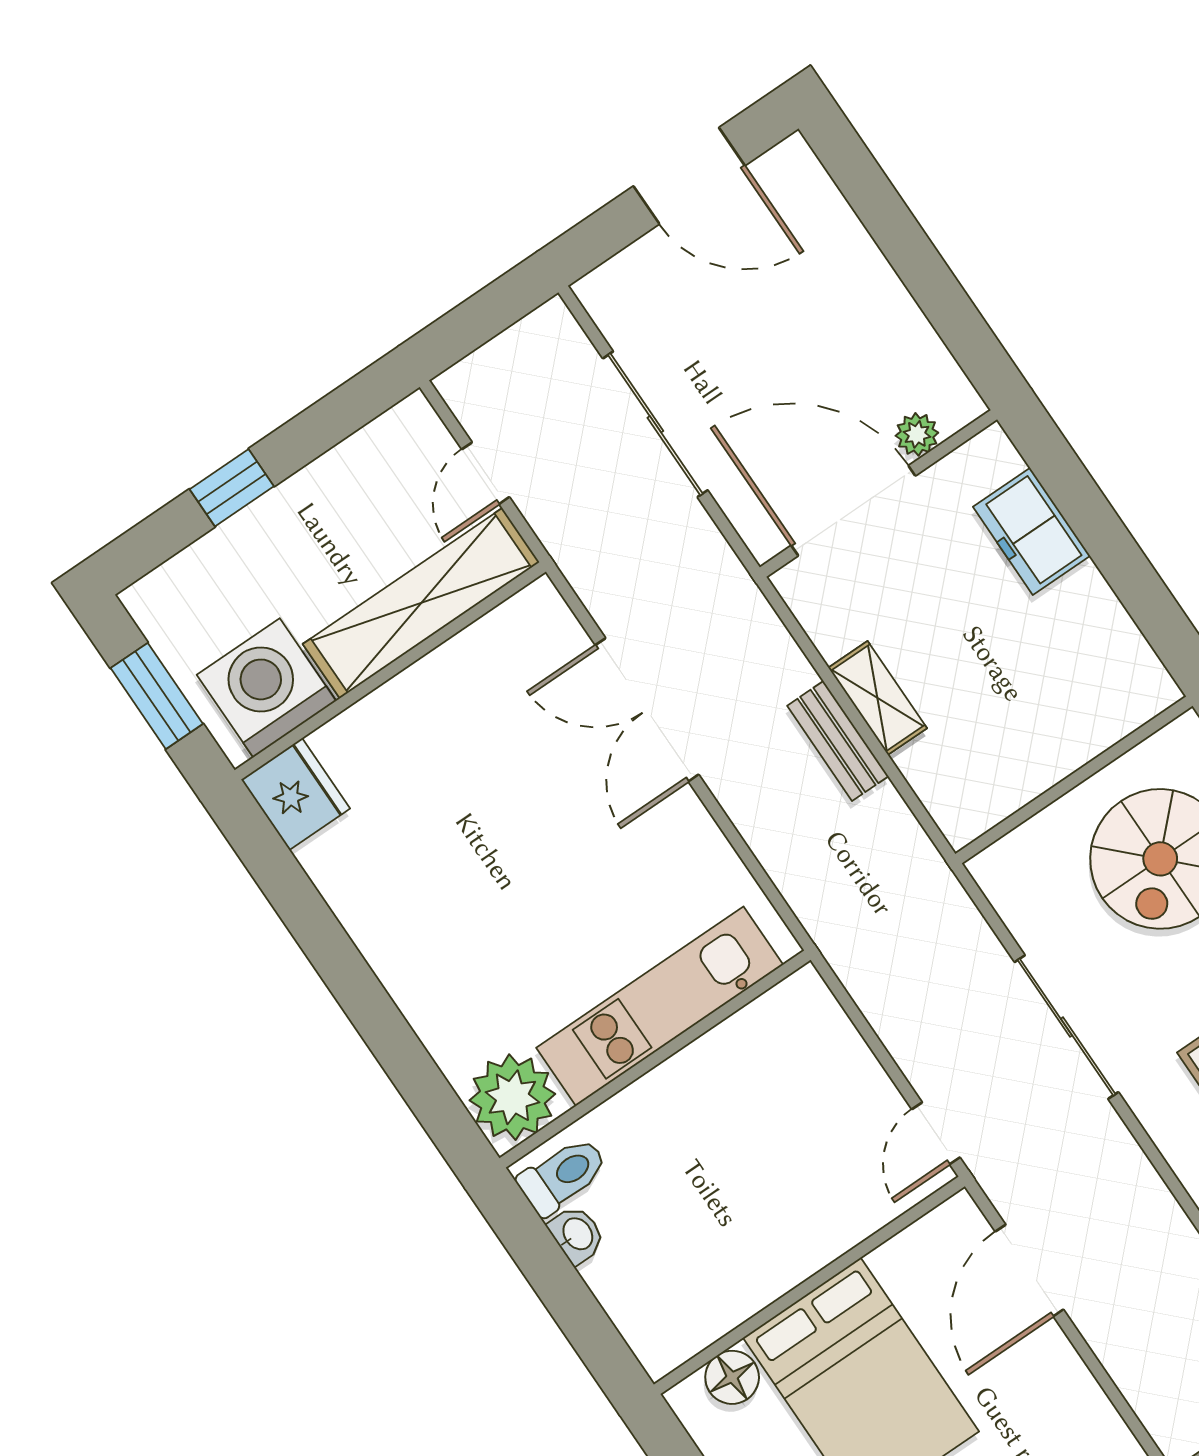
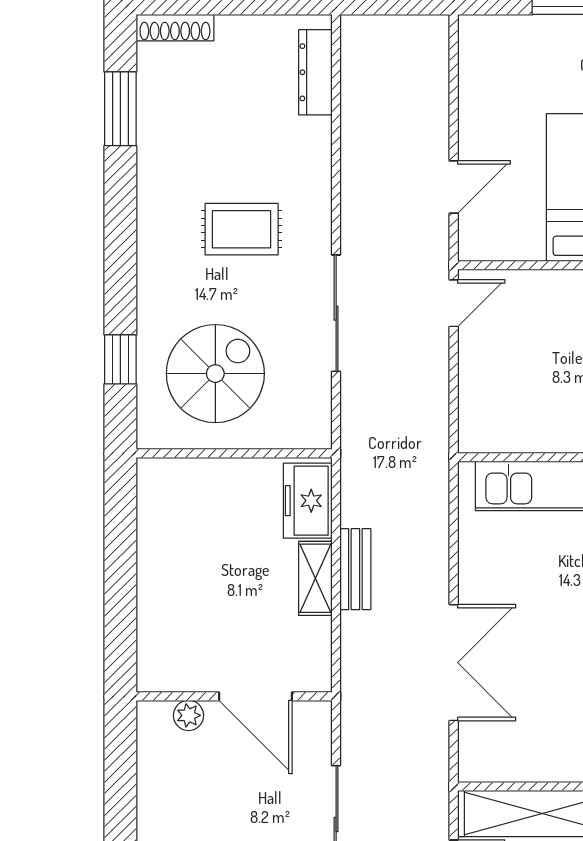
door: (853, 511) -> (255, 696), width x0.73
freezer: (1032, 531) -> (308, 501), moved, turned 180
door: (1029, 1271) -> (454, 187), width x0.73

